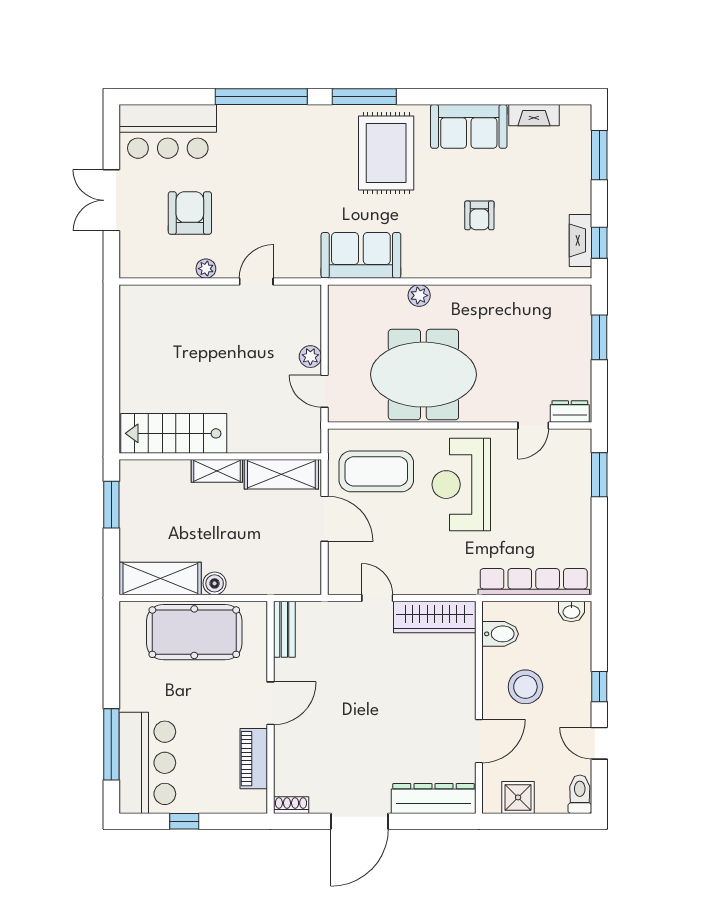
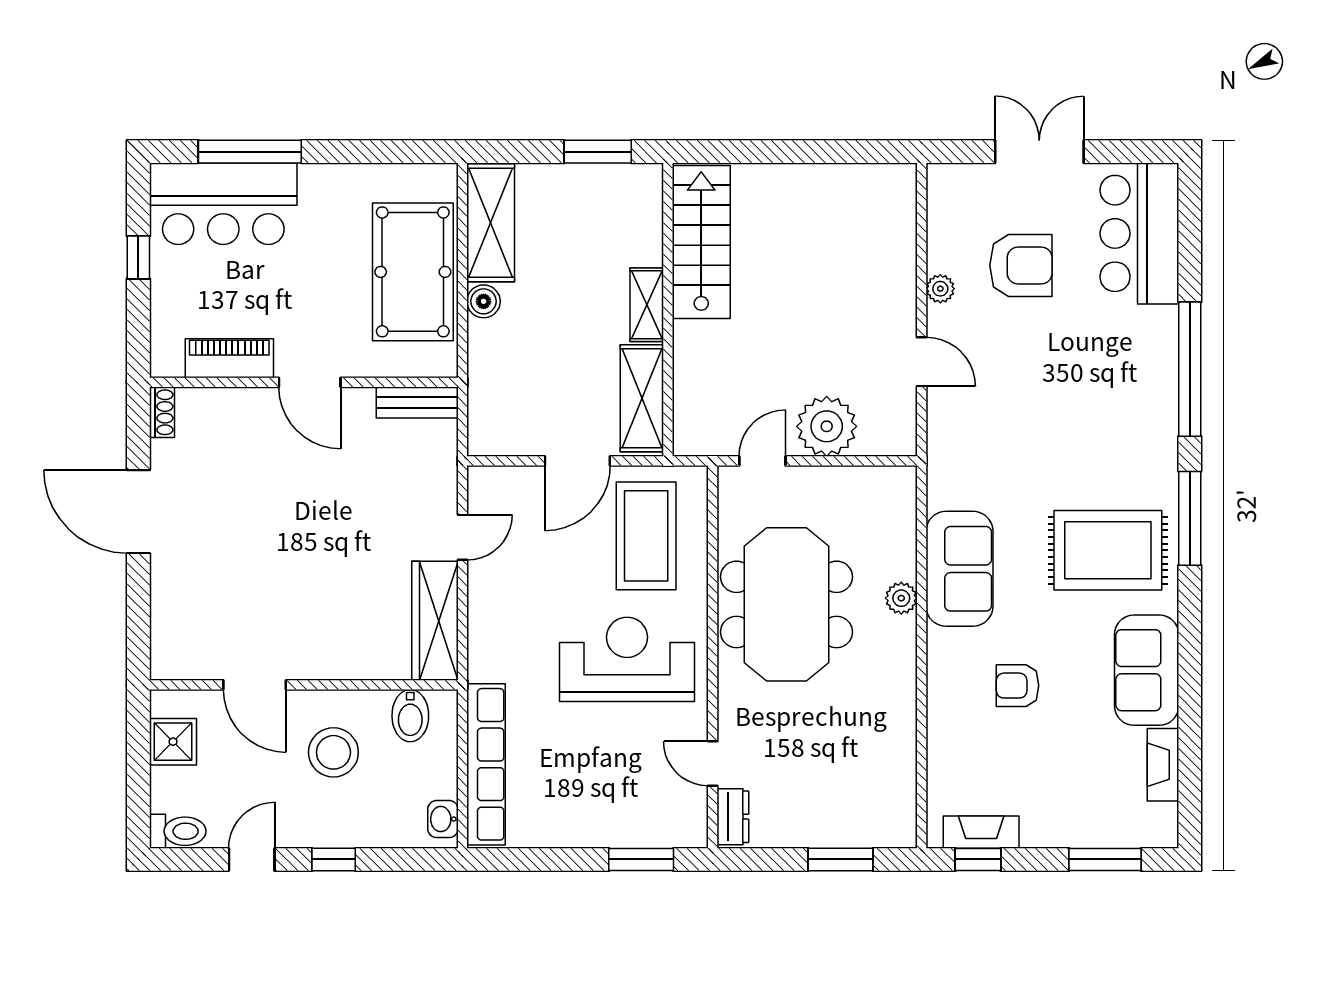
sofa: (361, 255) -> (959, 569), moved
plant: (310, 357) -> (827, 426), width x1.87, depth x1.87
dresser: (434, 798) -> (172, 619), removed

